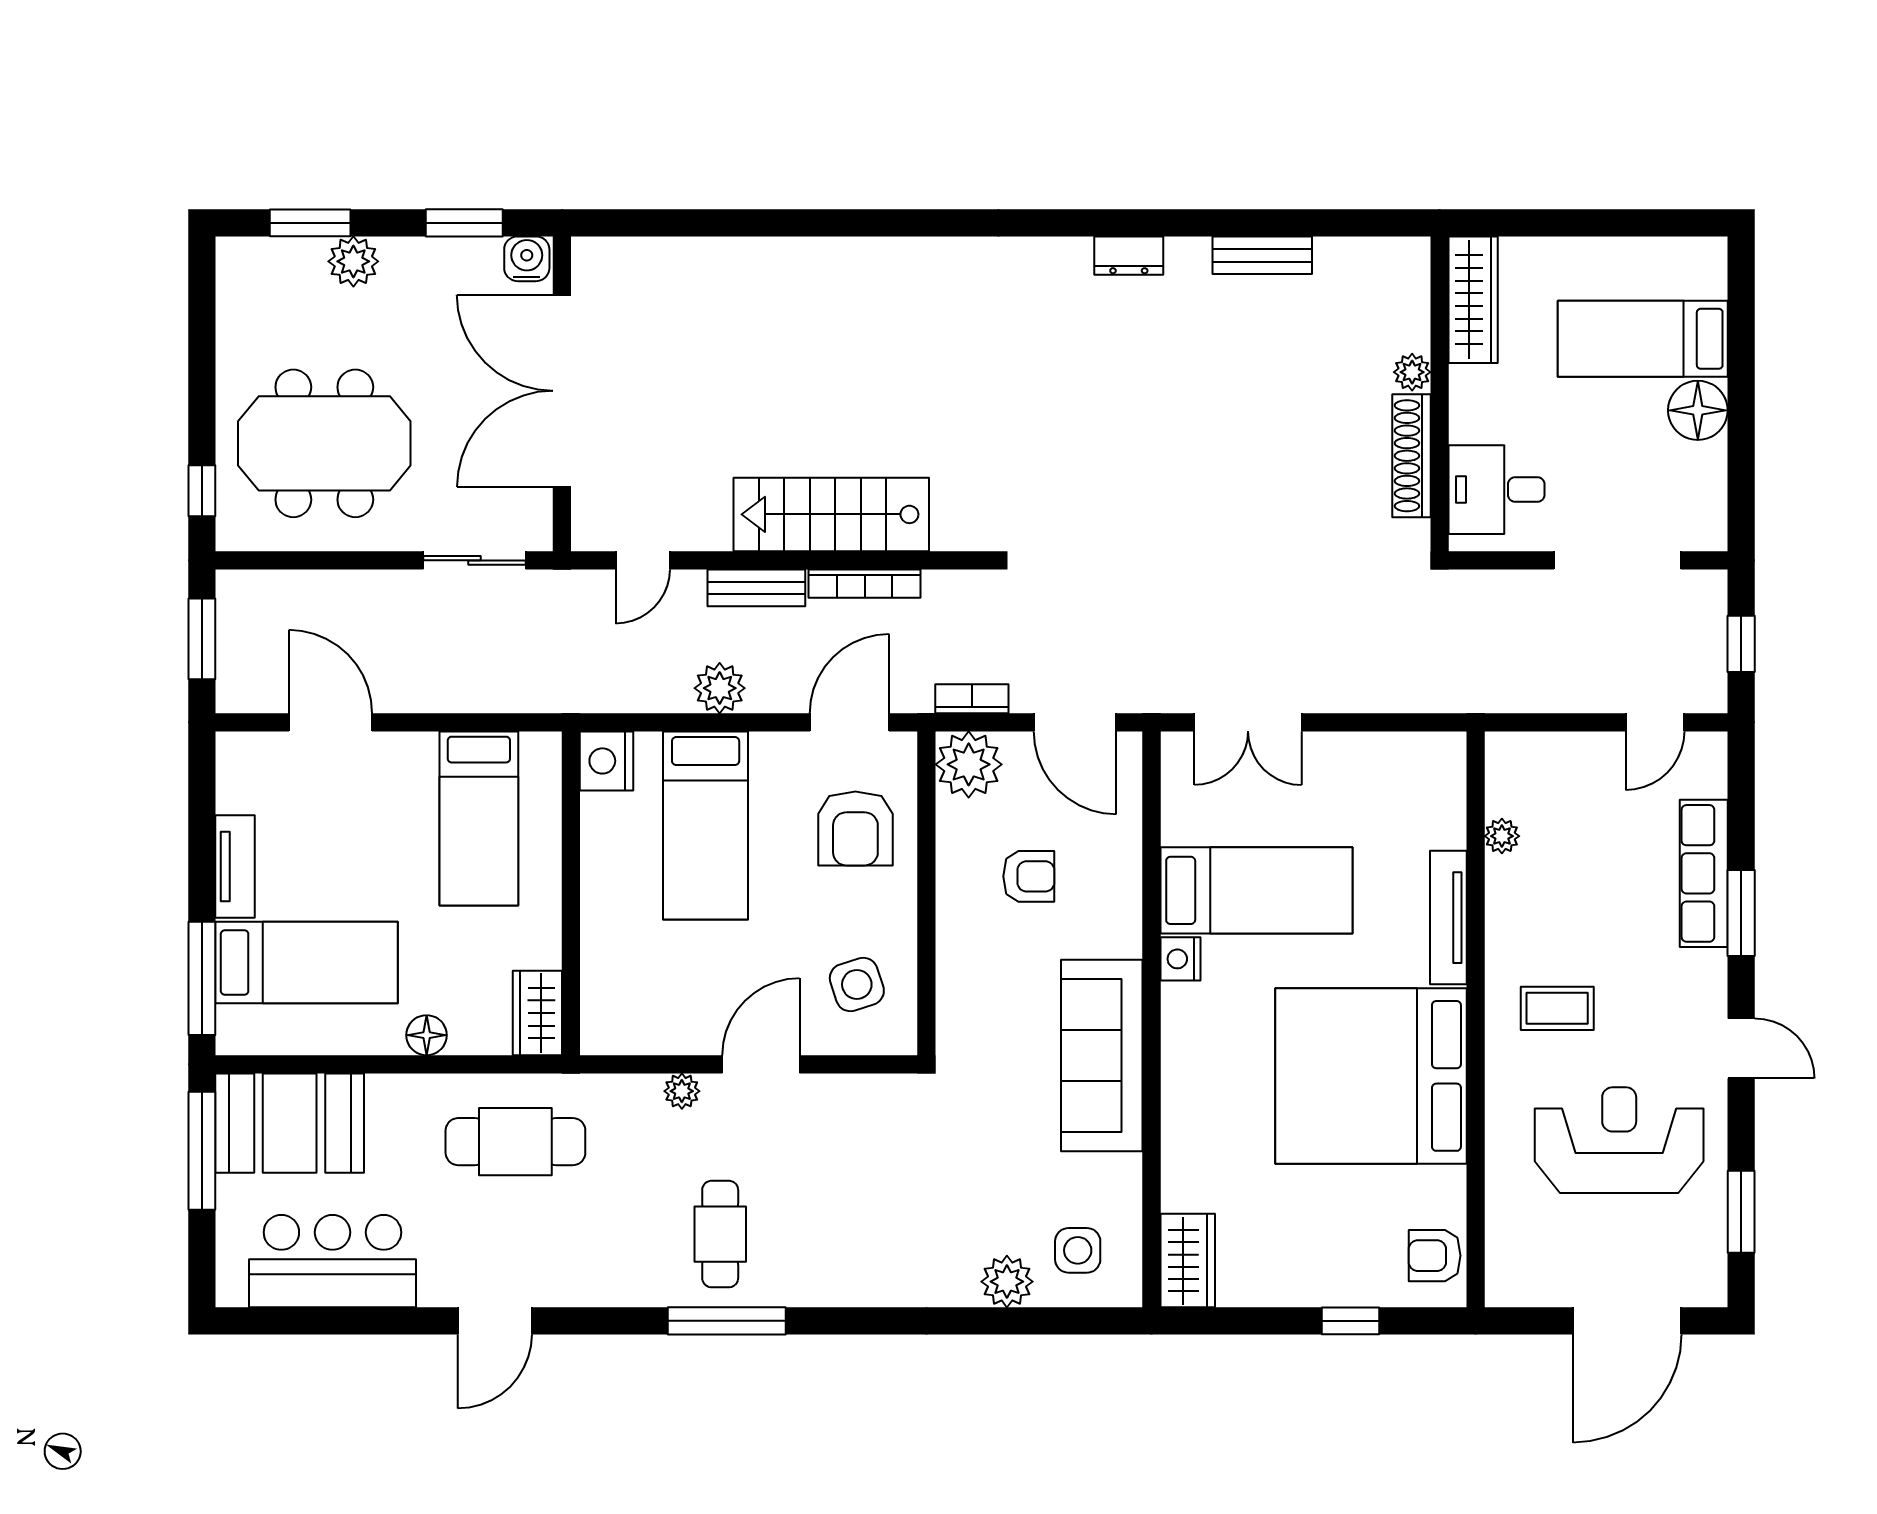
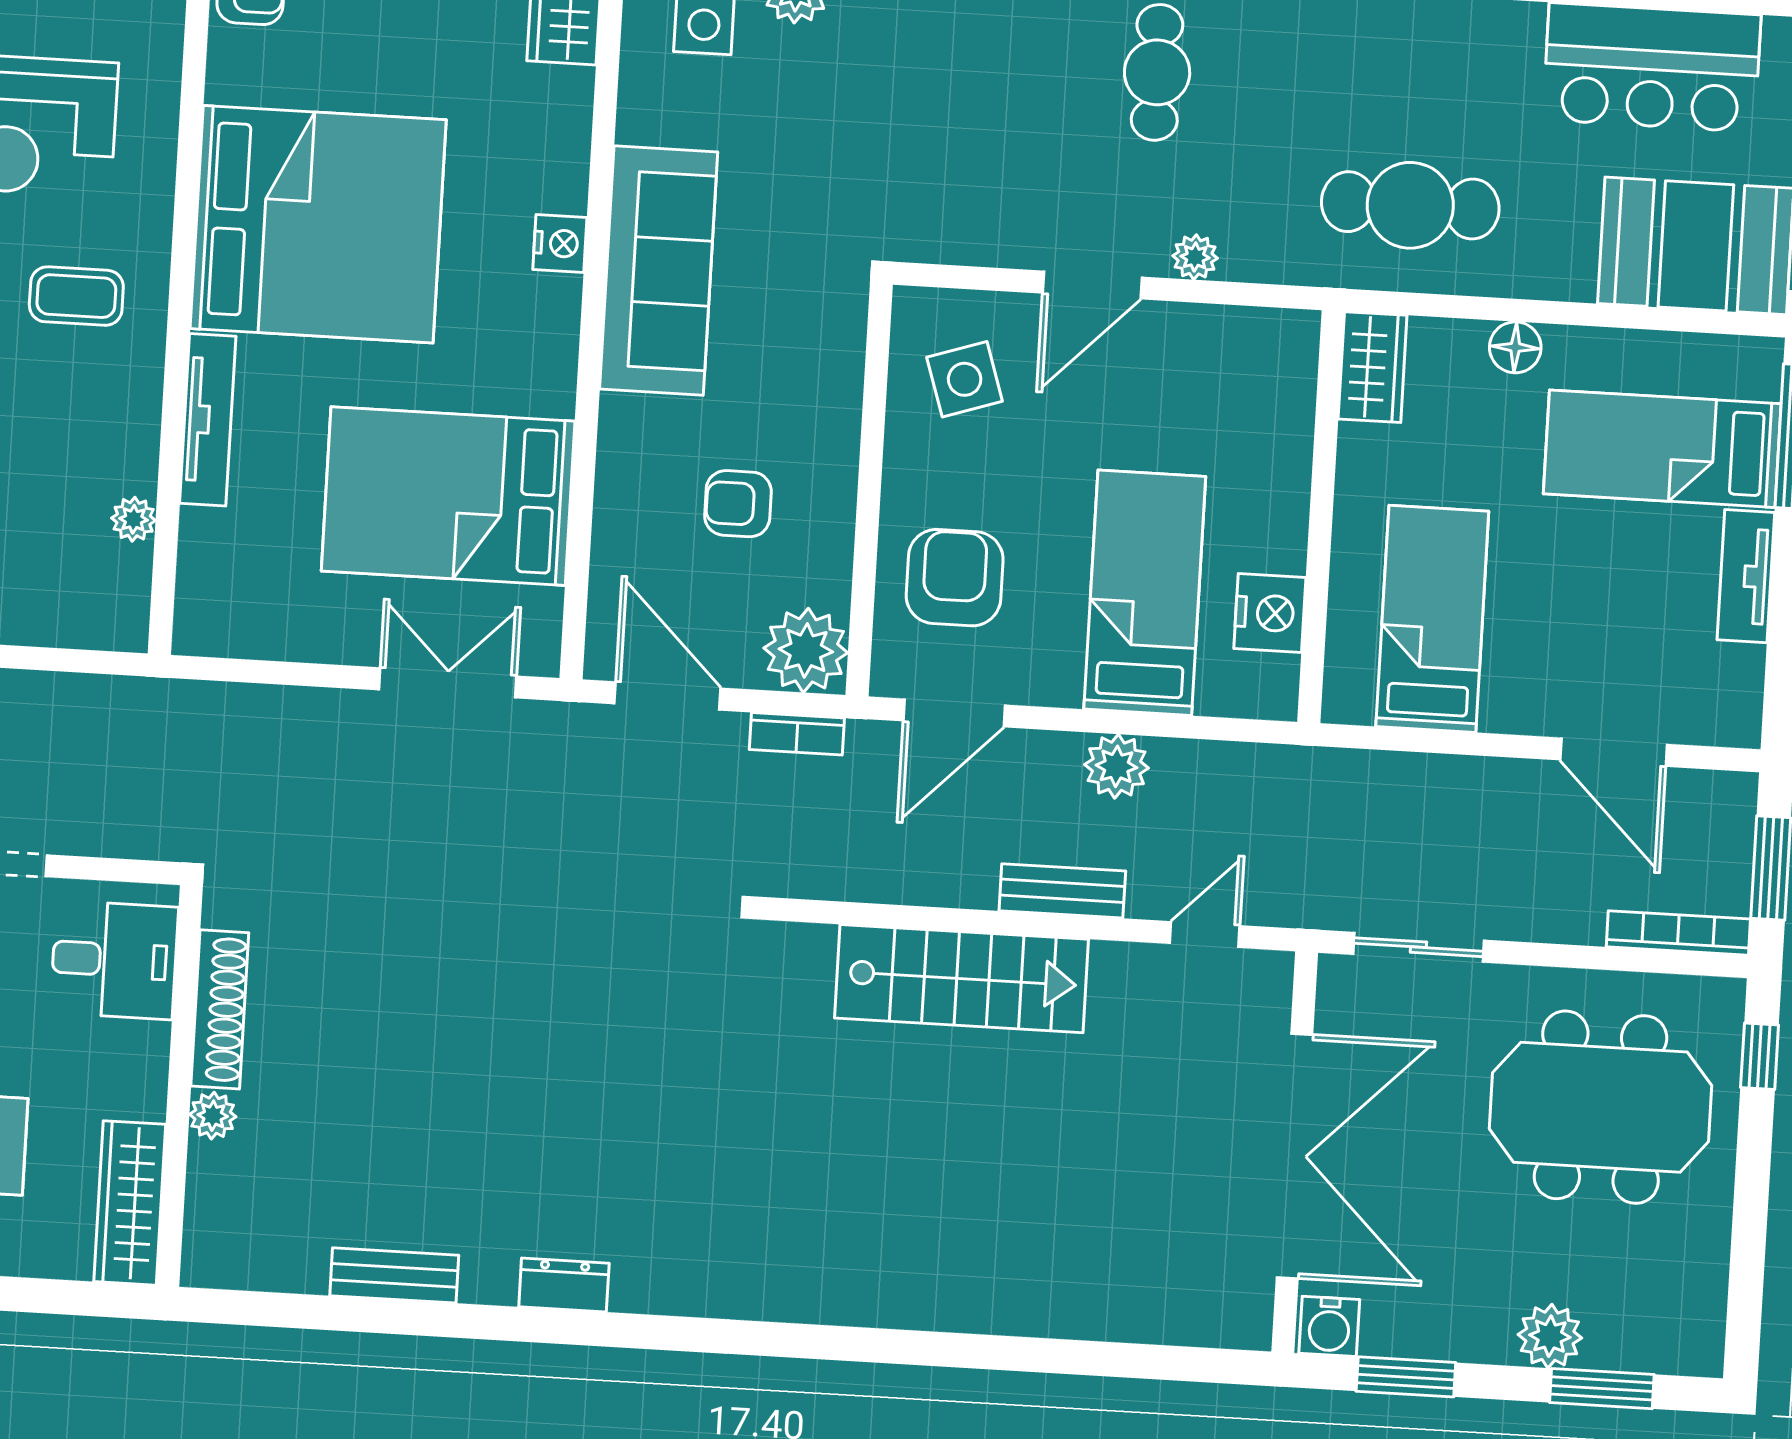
bookcase: (865, 584) -> (1678, 933), moved
nightstand: (607, 761) -> (1270, 613), moved
bed: (1256, 890) -> (448, 496), width x1.50
nightstand: (1180, 959) -> (560, 243), moved

